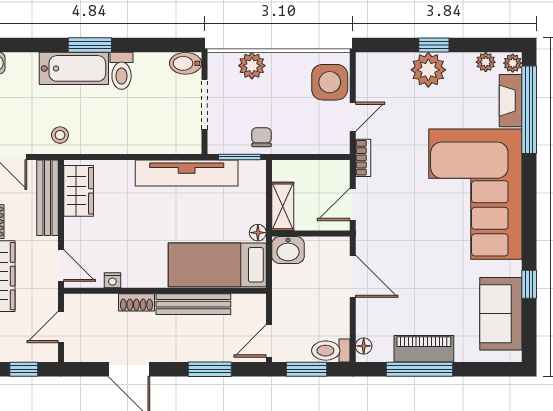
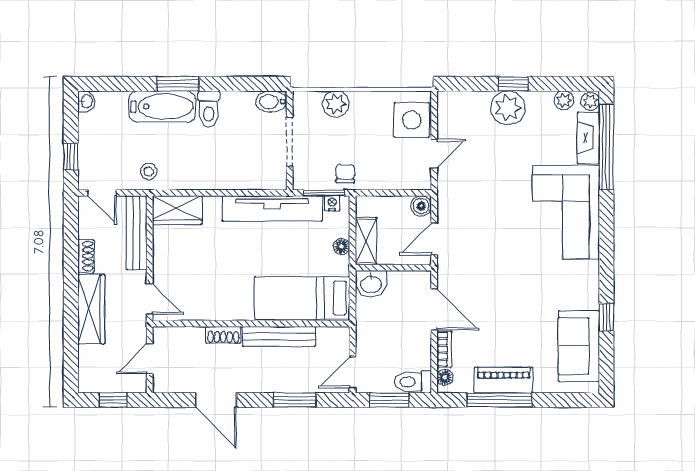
bookcase: (363, 158) -> (444, 349), moved
boiler: (339, 170) -> (421, 206), added
wardrobe: (79, 191) -> (177, 210), moved, turned 90
corner sofa: (475, 194) -> (566, 212), width x0.73, depth x0.74
floor lamp: (258, 233) -> (342, 246), moved
nightstand: (112, 280) -> (332, 203), moved, turned 180

